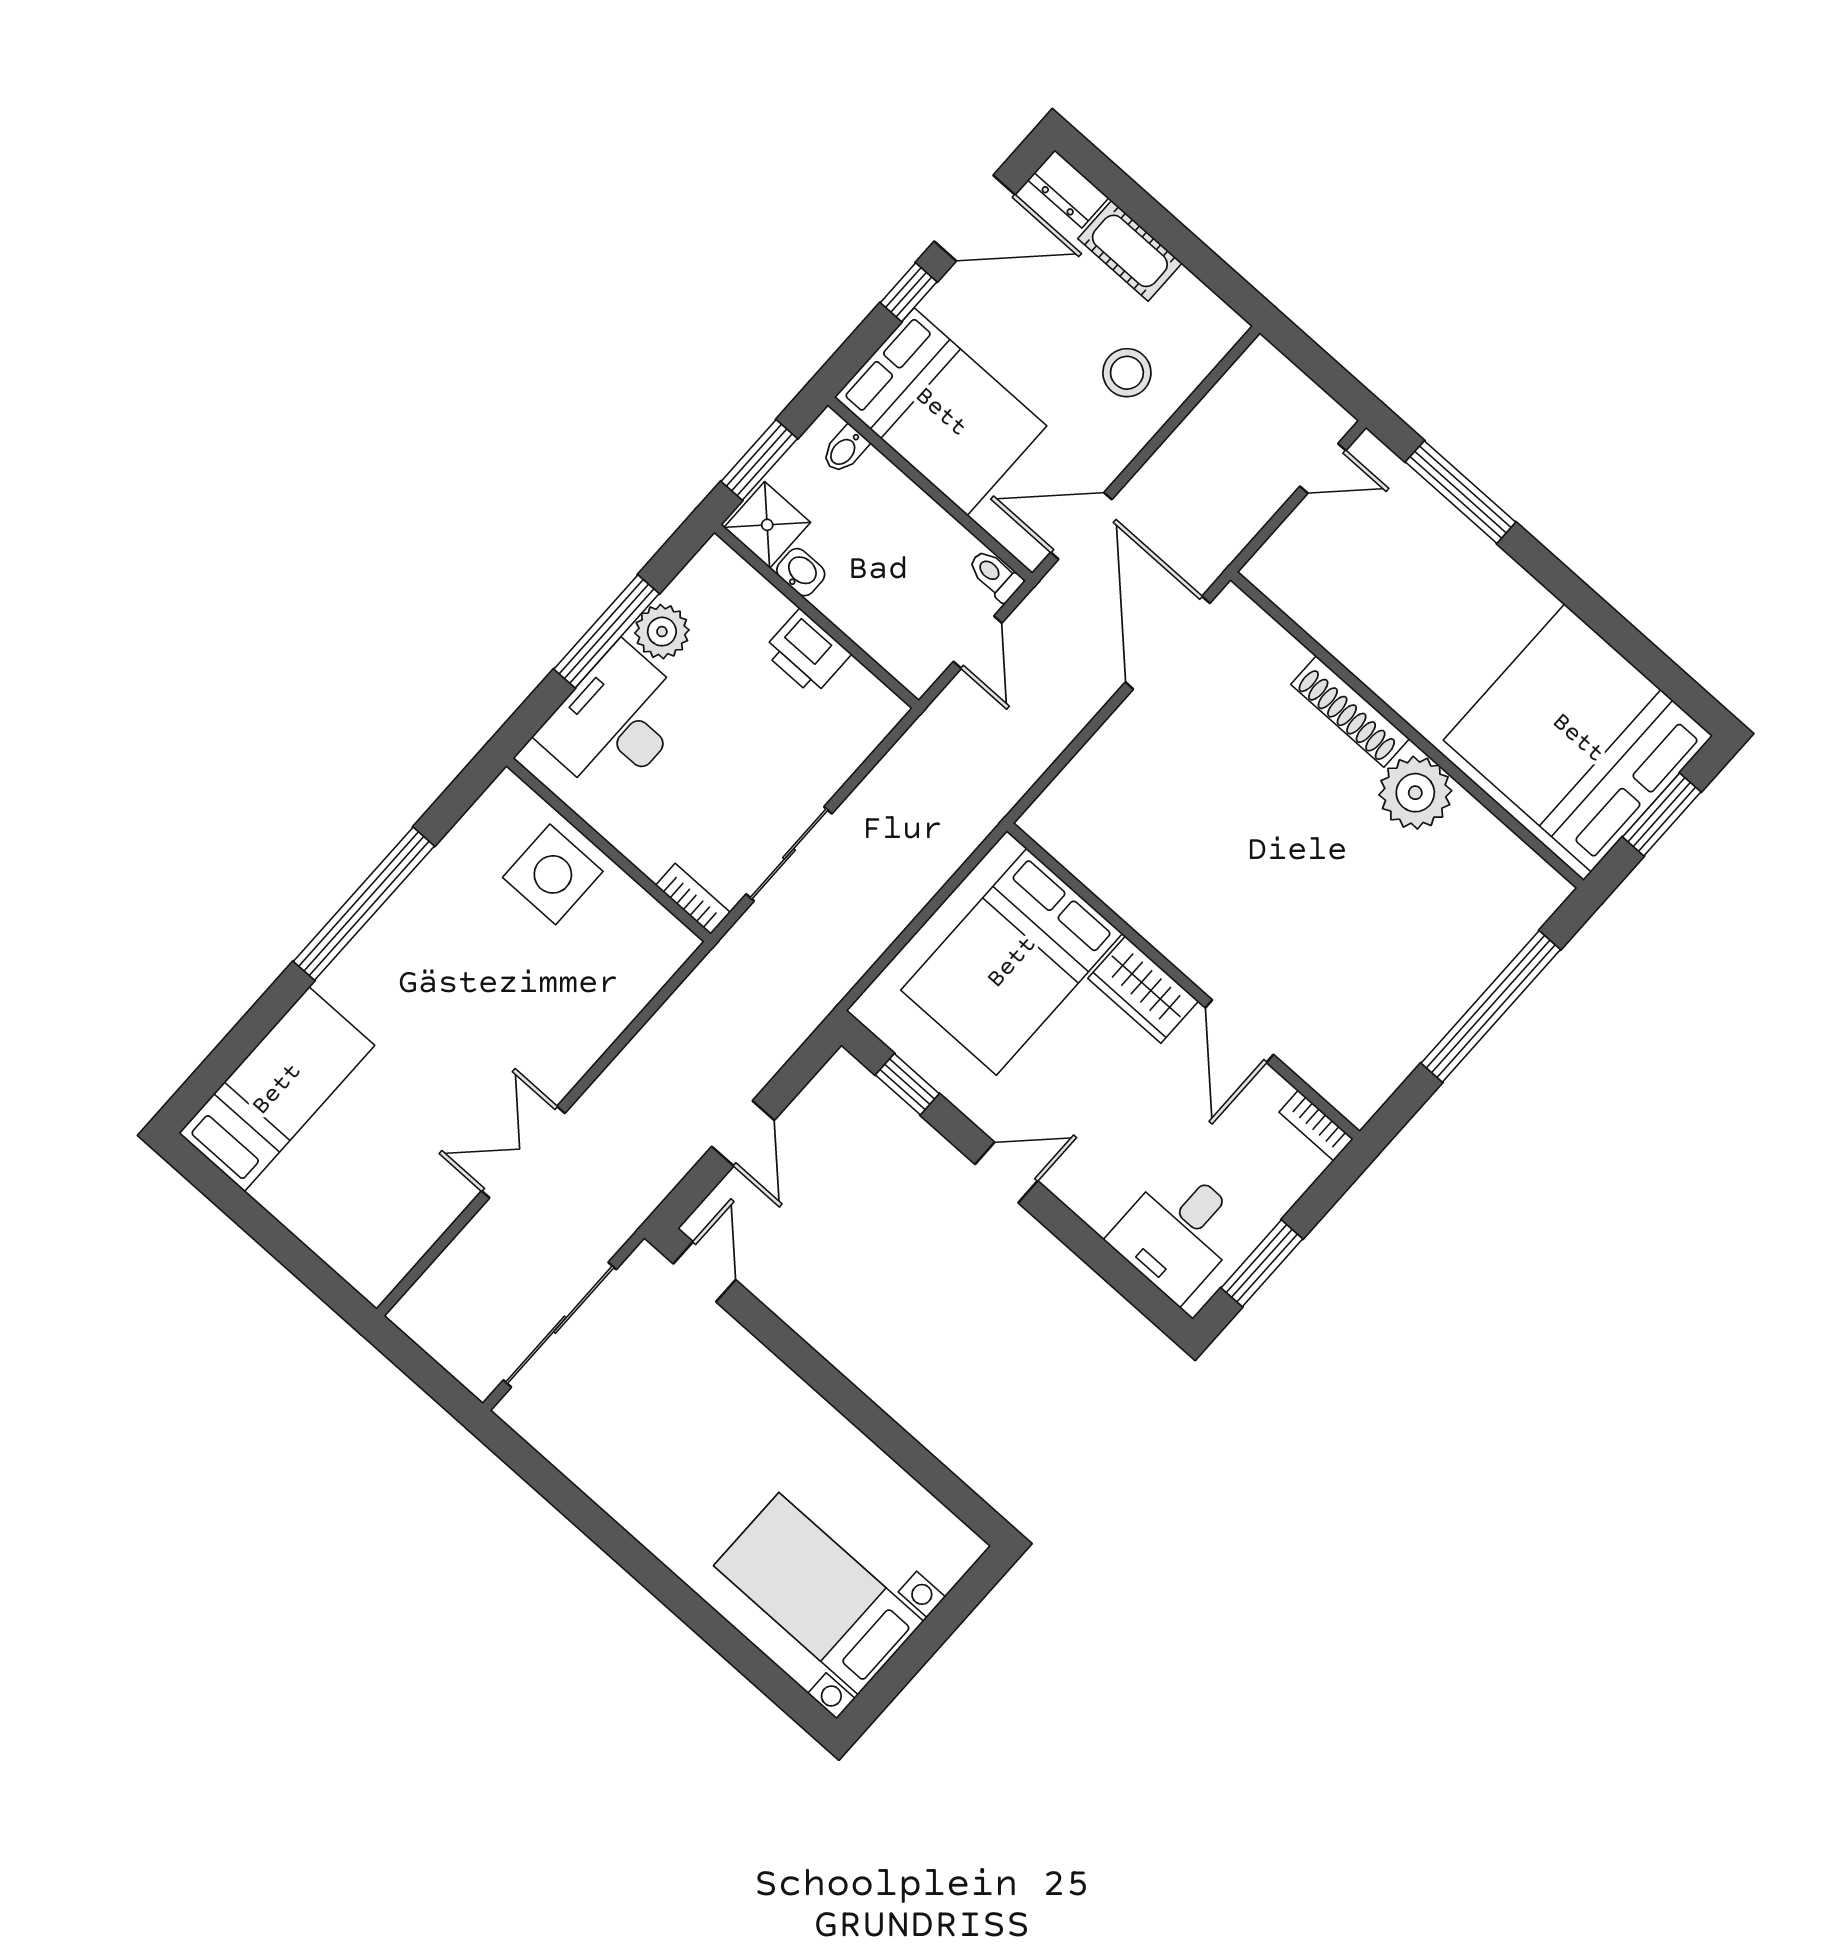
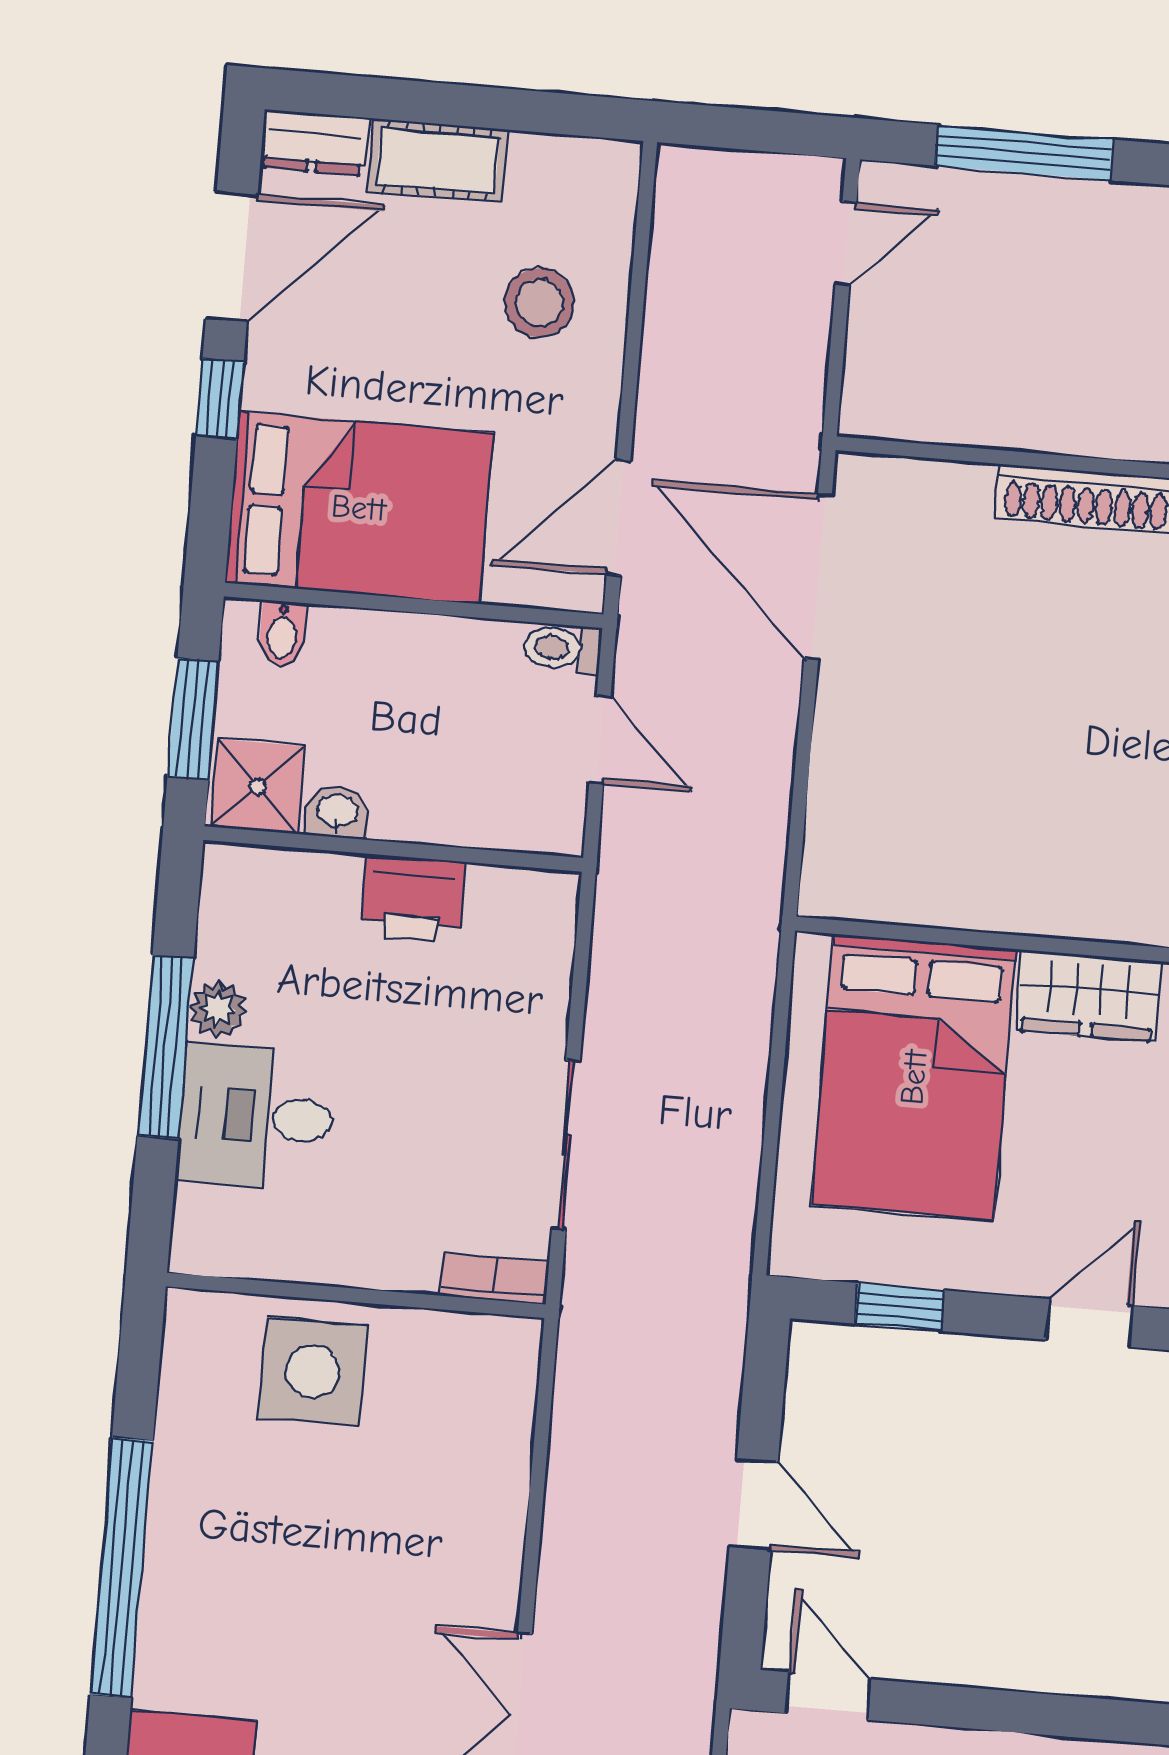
plant: (662, 632) -> (218, 1009), width x0.73, depth x0.73
desk: (616, 722) -> (256, 1117), width x0.73

